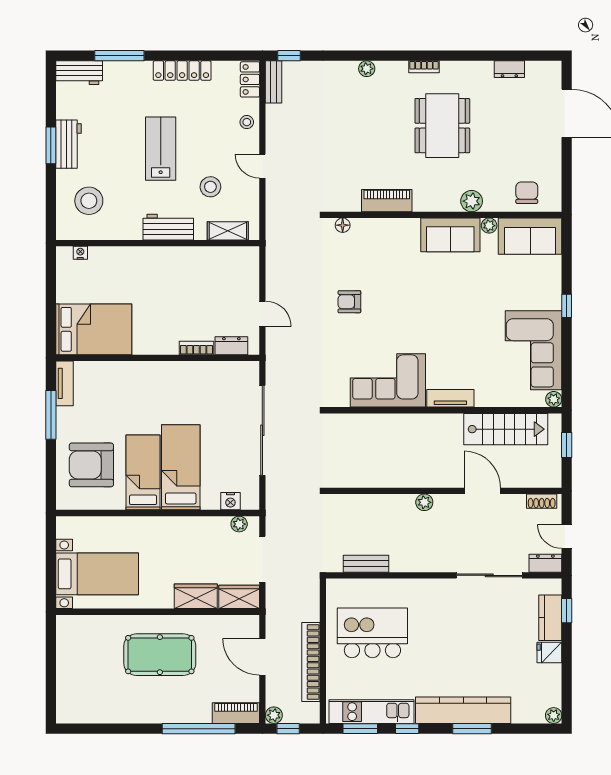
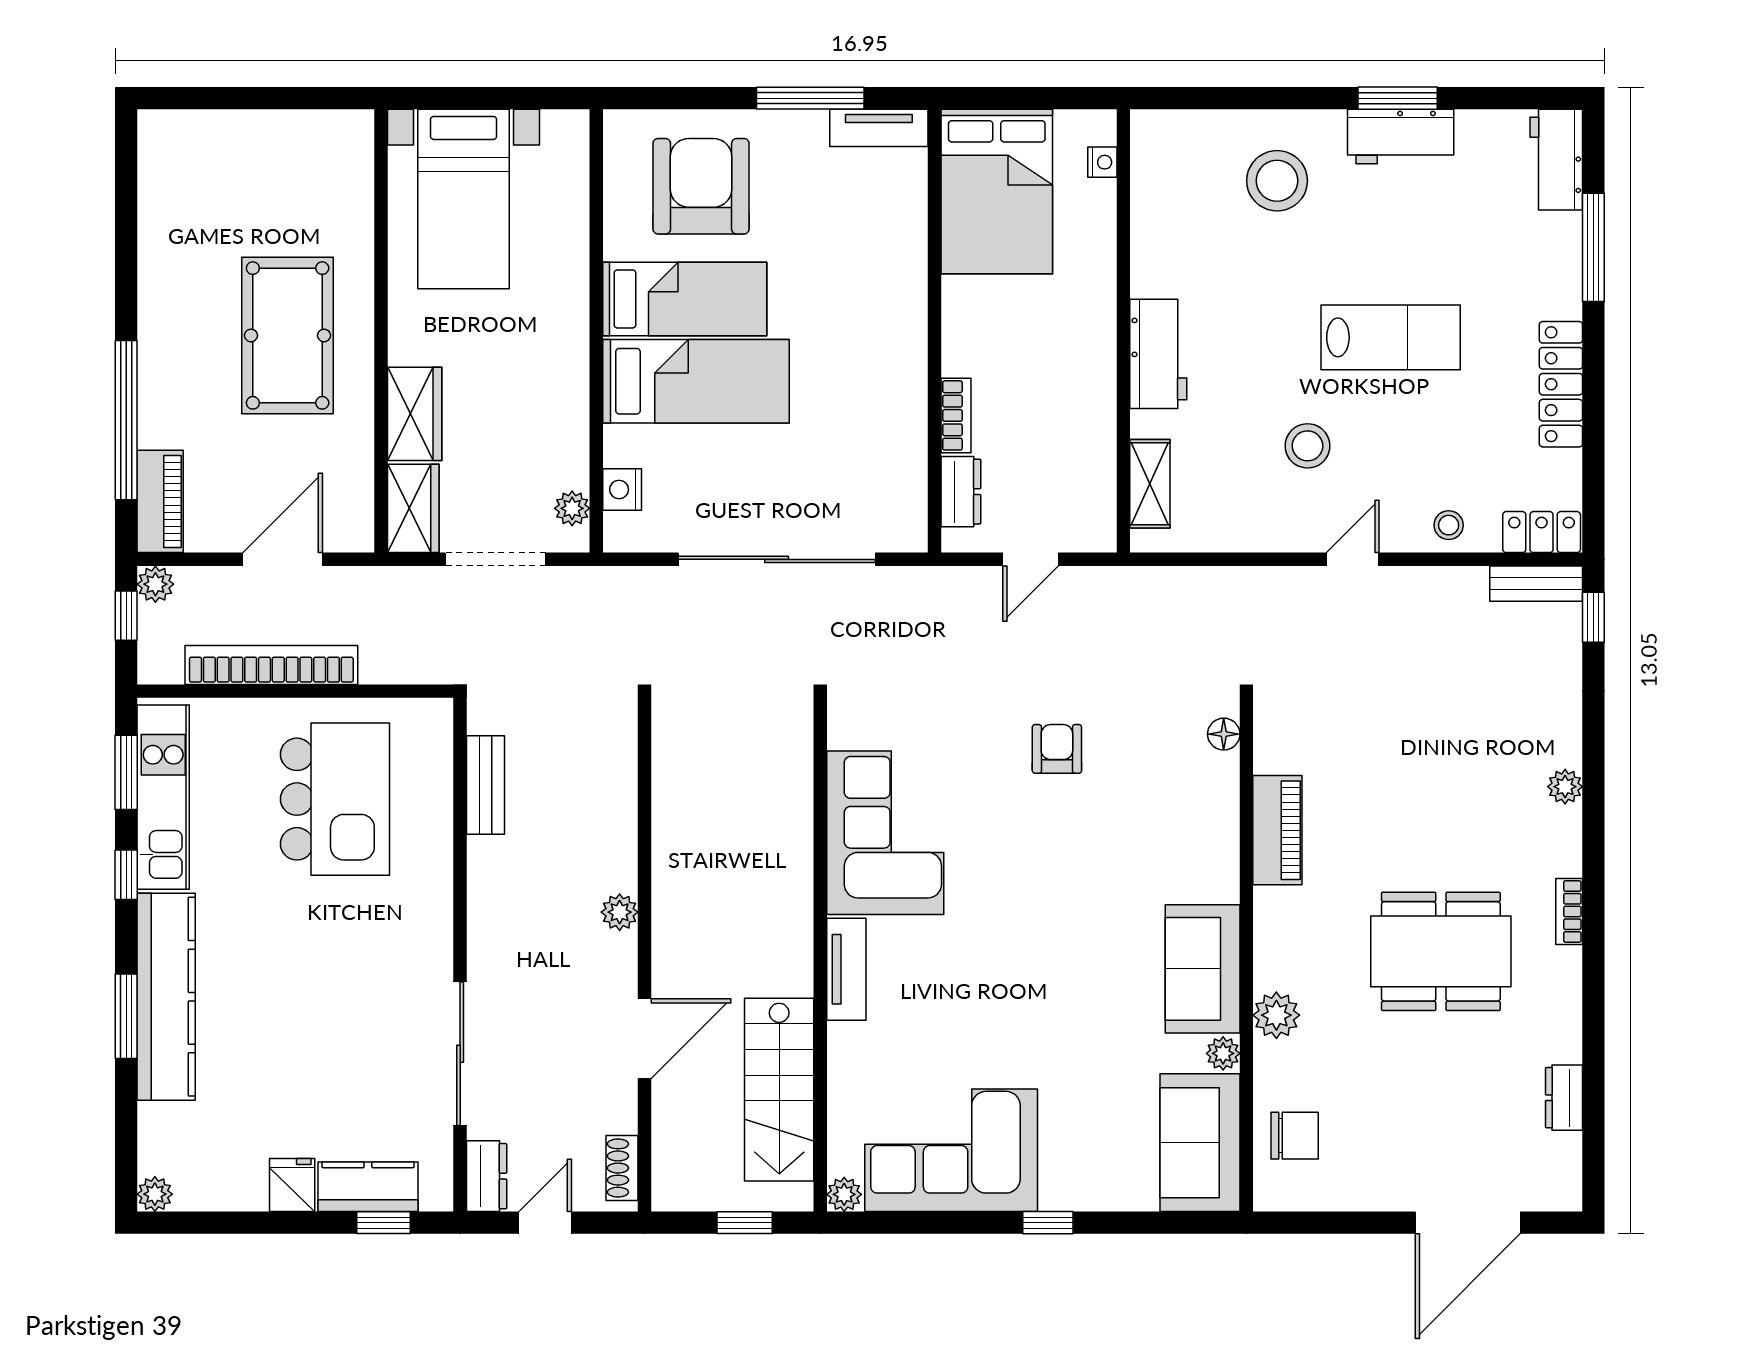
workbench: (168, 227) -> (1158, 354), moved
shelving: (228, 231) -> (1150, 484), moved
wall: (158, 243) -> (1123, 331), moved
nightstand: (80, 253) -> (1102, 162), moved

